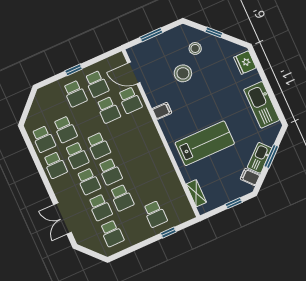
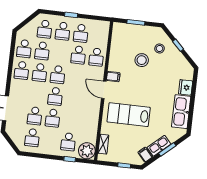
fridge: (245, 63) -> (186, 87), moved
door: (134, 73) -> (104, 90), moved
lab bench: (205, 143) -> (129, 115), turned 180
school desk: (89, 181) -> (45, 29), moved
plant: (182, 212) -> (87, 151), added

